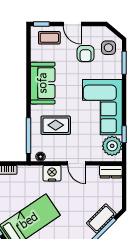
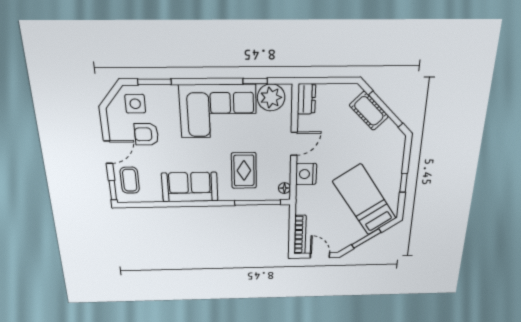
armchair: (86, 54) -> (146, 134), turned 180

